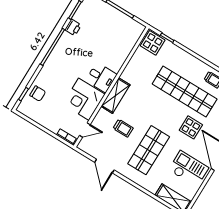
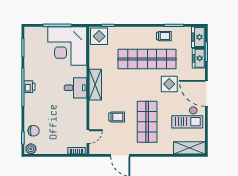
printer: (73, 27) -> (29, 87), moved
shelving: (115, 96) -> (95, 85), moved
corner desk: (84, 99) -> (67, 46), moved, width x1.36, depth x1.36
plant: (25, 109) -> (31, 149), added
checkout: (189, 169) -> (187, 117), turned 180

